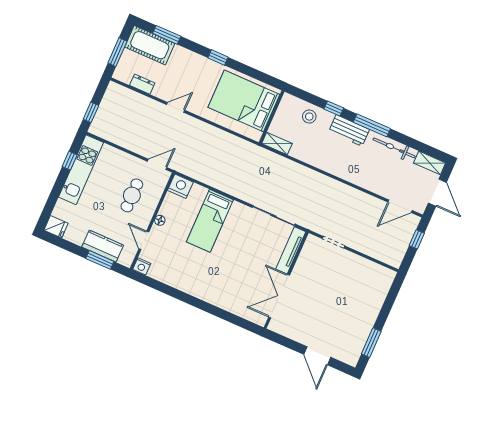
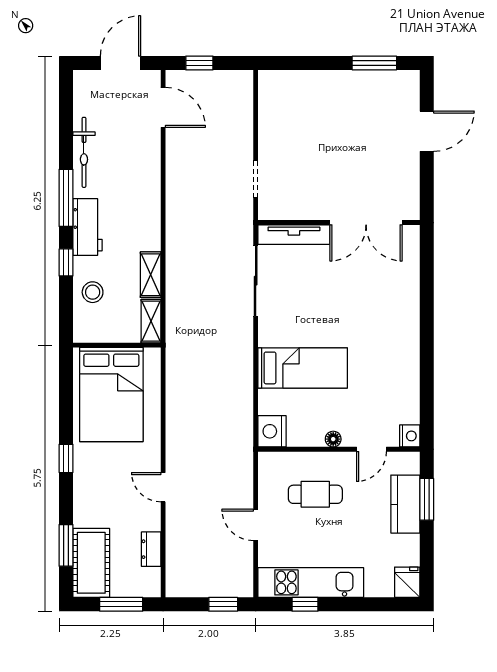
shelving: (430, 163) -> (151, 275), moved
door: (157, 164) -> (256, 525), moved

